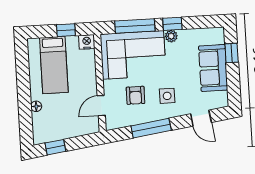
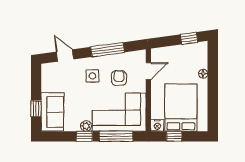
bed: (54, 65) -> (181, 108), width x1.50
sofa: (213, 68) -> (52, 112), moved

